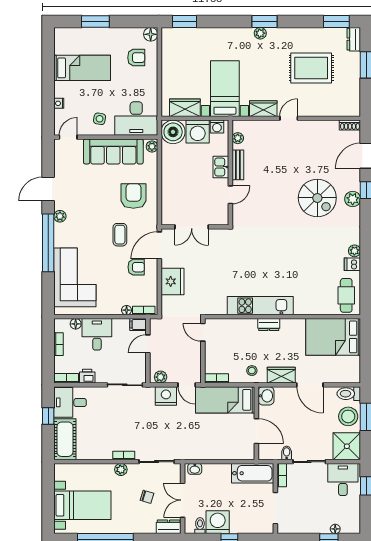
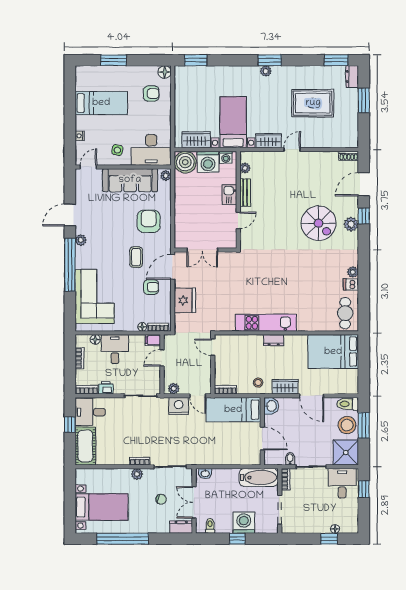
washing machine: (218, 522) -> (244, 523), moved

